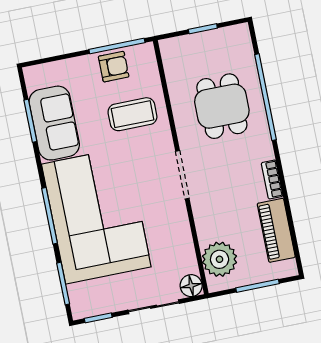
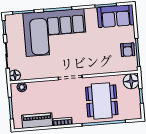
floor lamp: (176, 52) -> (131, 81), added
dining table: (222, 106) -> (102, 101), width x1.38
coffee table: (132, 114) -> (103, 56), removed
sofa: (54, 123) -> (116, 16), moved
plant: (220, 259) -> (22, 87), width x0.53, depth x0.53

